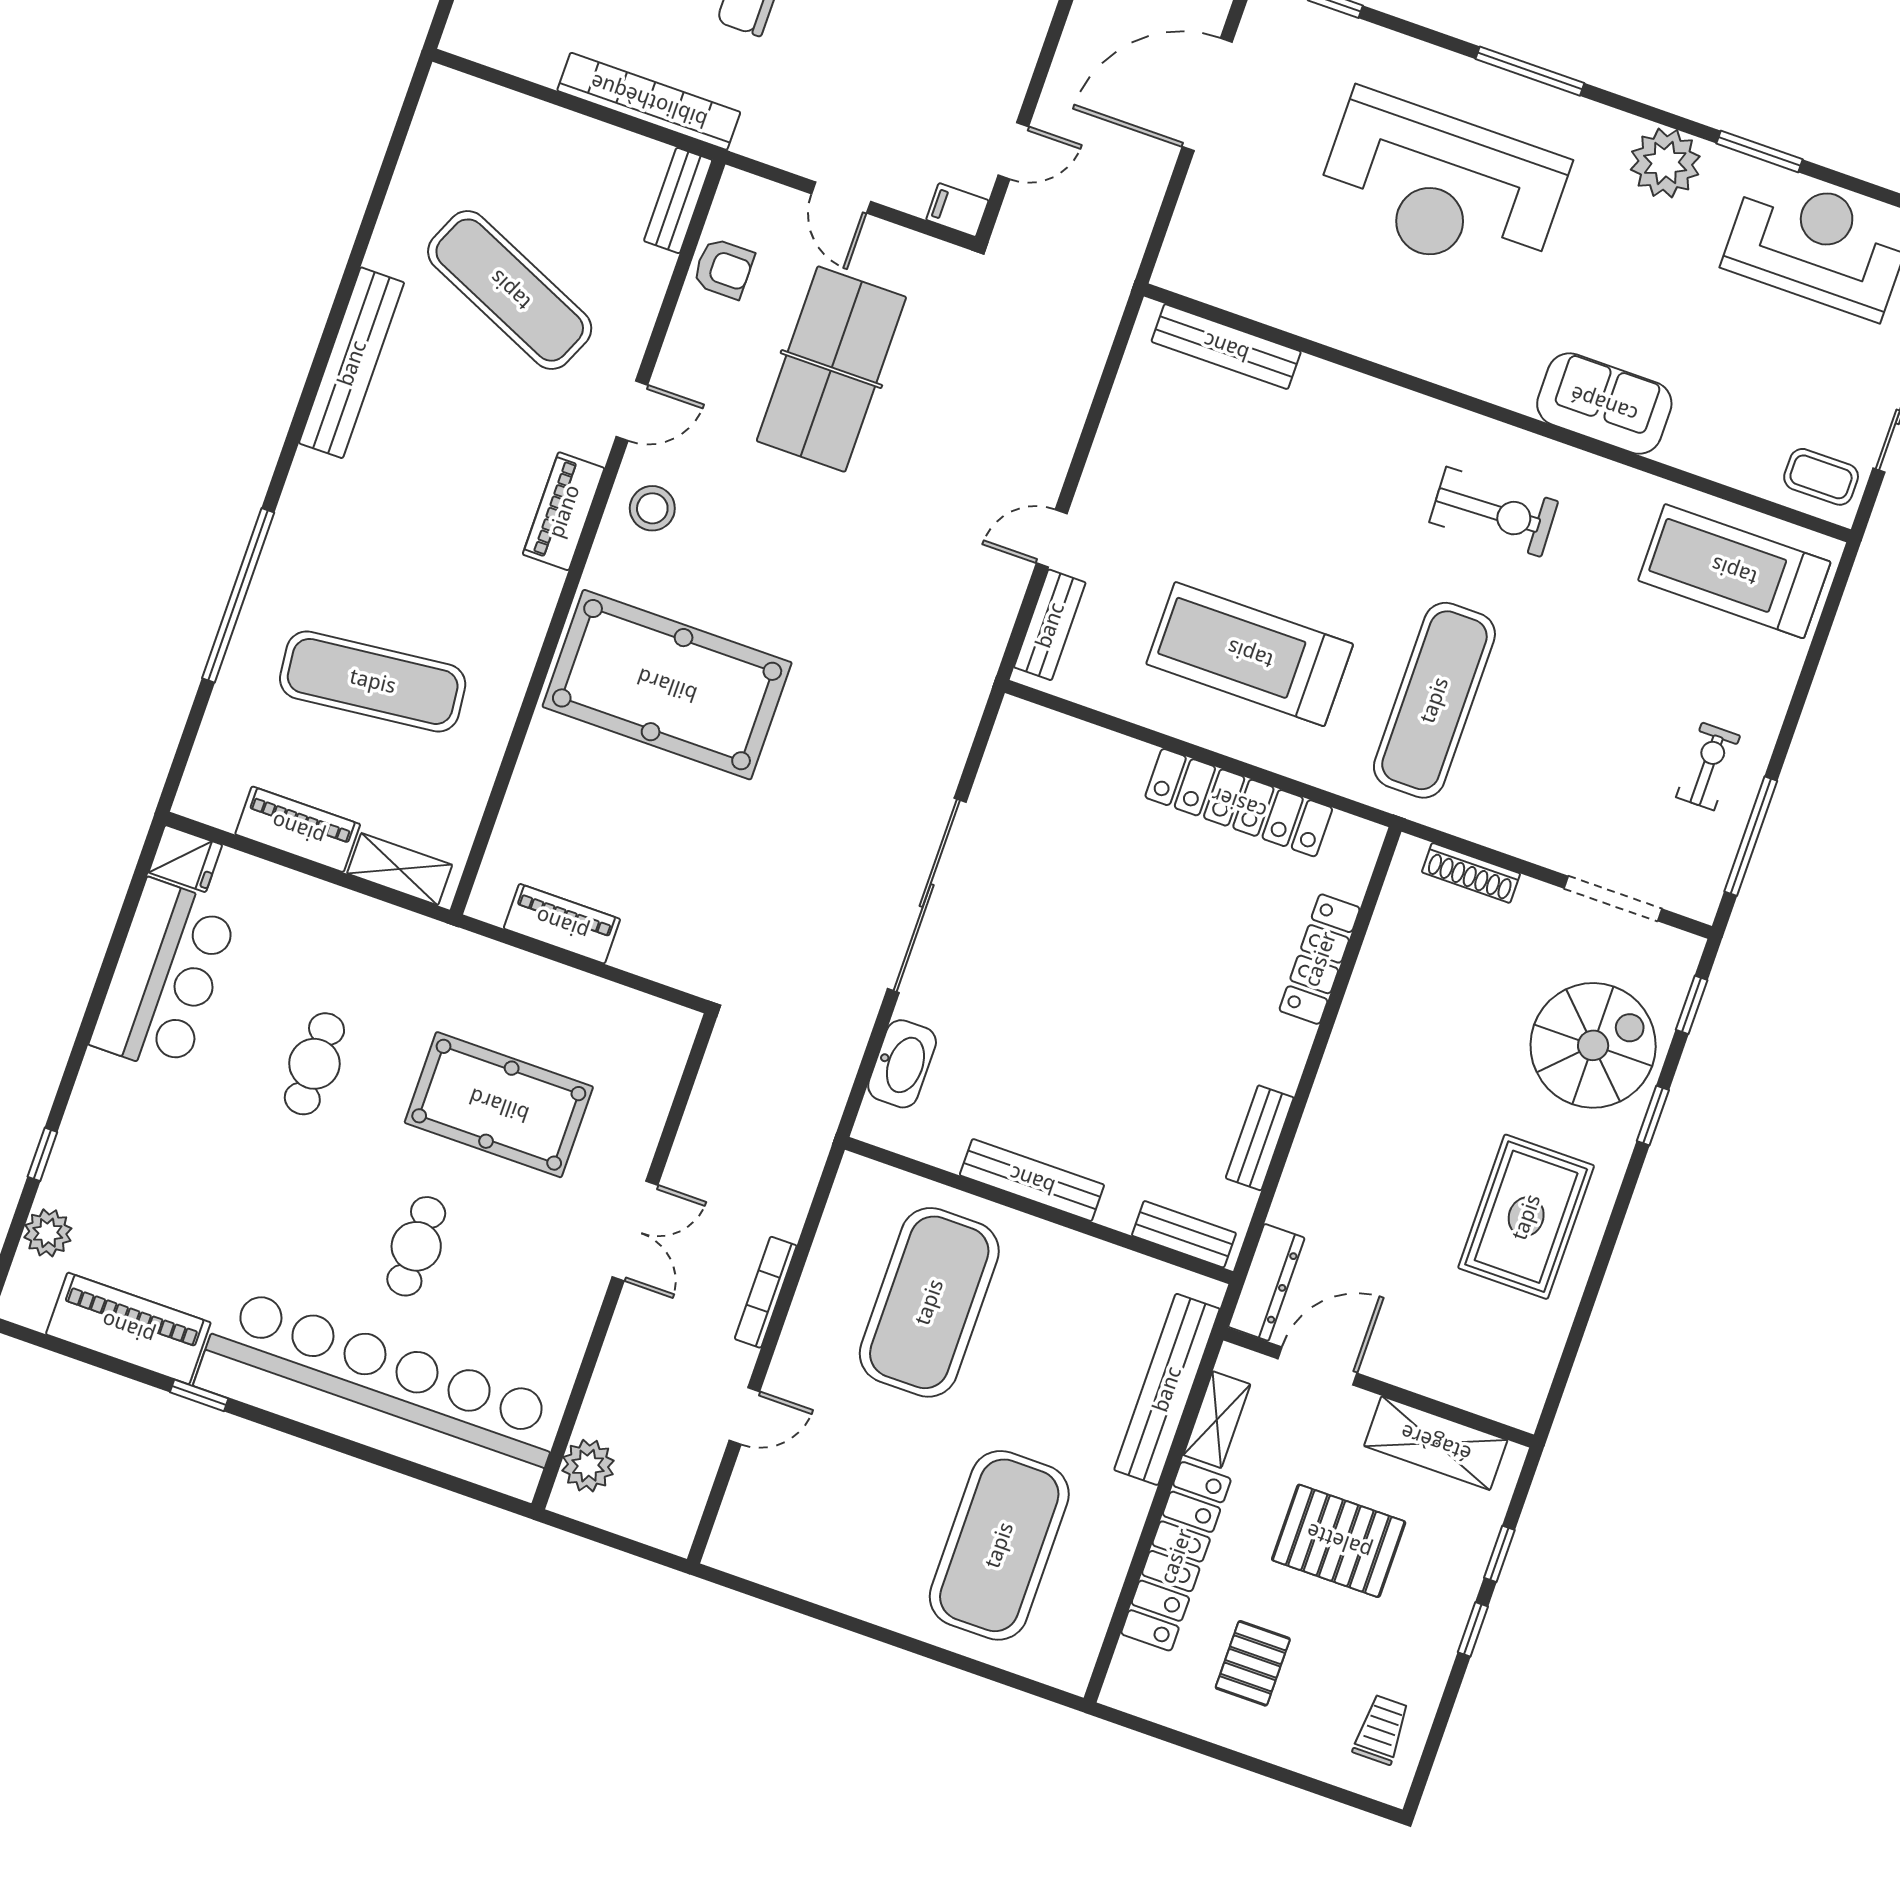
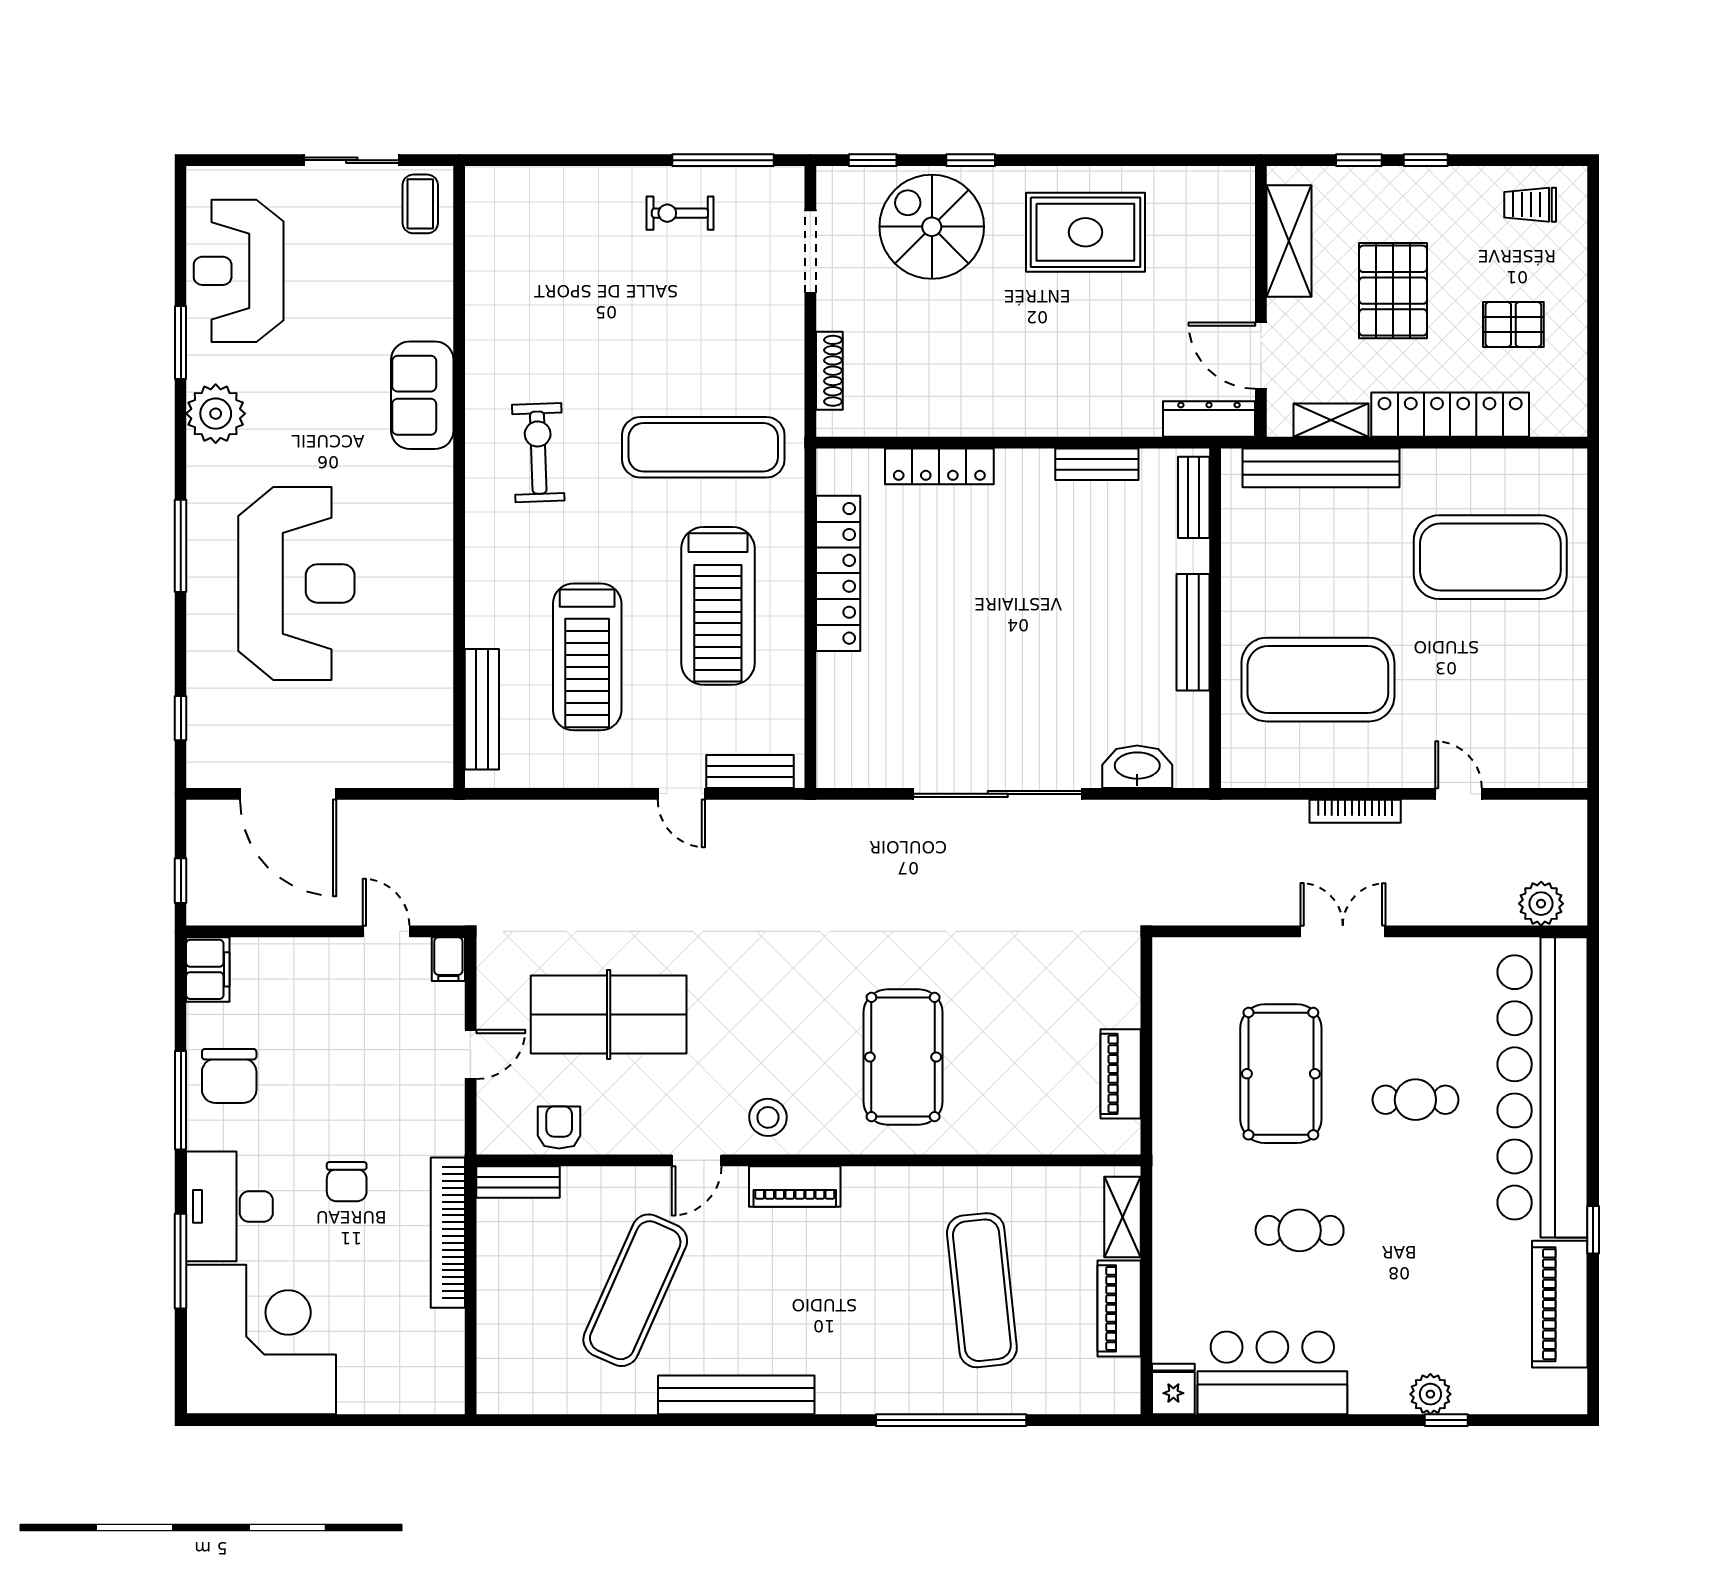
door: (632, 411) -> (697, 1160), swing flipped
treadmill: (1734, 571) -> (587, 657), moved
pool table: (667, 685) -> (903, 1057), width x0.73, depth x0.76
plant: (48, 1233) -> (1430, 1394), moved

